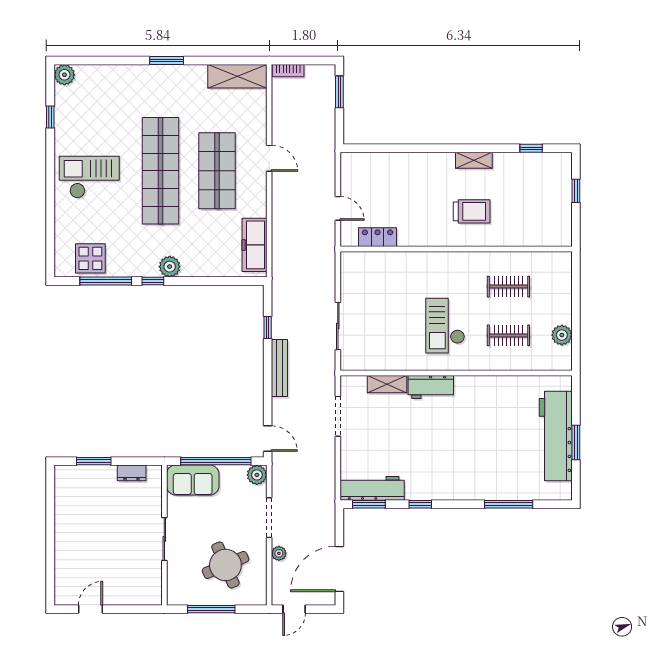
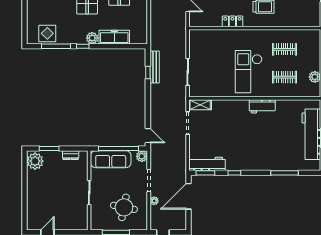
locker: (377, 237) -> (232, 21), moved
freezer: (255, 245) -> (114, 37), moved, turned 90
checkout: (445, 326) -> (249, 72), width x1.36, depth x1.21
bench: (279, 368) -> (155, 67), moved
shelving: (387, 384) -> (200, 105), moved
workbench: (431, 387) -> (262, 106), moved
sofa: (193, 480) -> (111, 159), width x1.36
plant: (69, 483) -> (35, 161), added
round table: (225, 565) -> (124, 207), turned 34
door: (339, 569) -> (189, 196), moved

